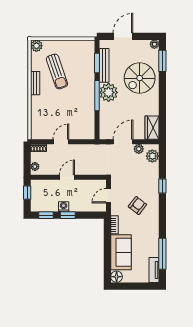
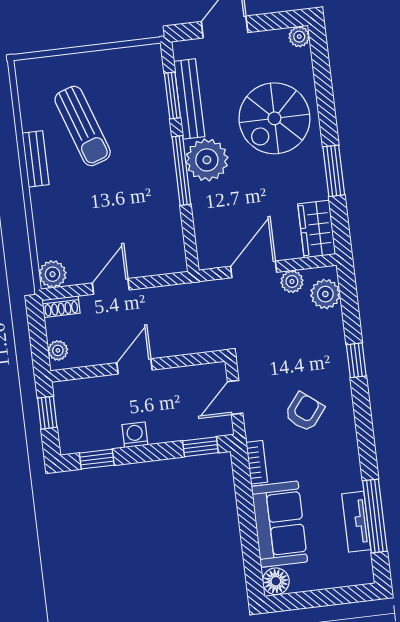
plant: (36, 46) -> (53, 274), moved
window: (162, 61) -> (334, 171), moved
window: (68, 215) -> (200, 447), moved
tv unit: (154, 270) -> (356, 522), moved

